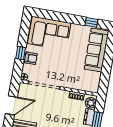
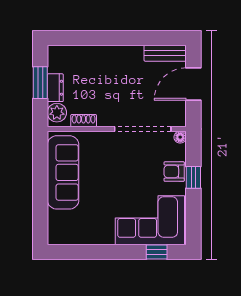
window: (91, 22) -> (157, 252), moved
sofa: (96, 50) -> (63, 172), moved

